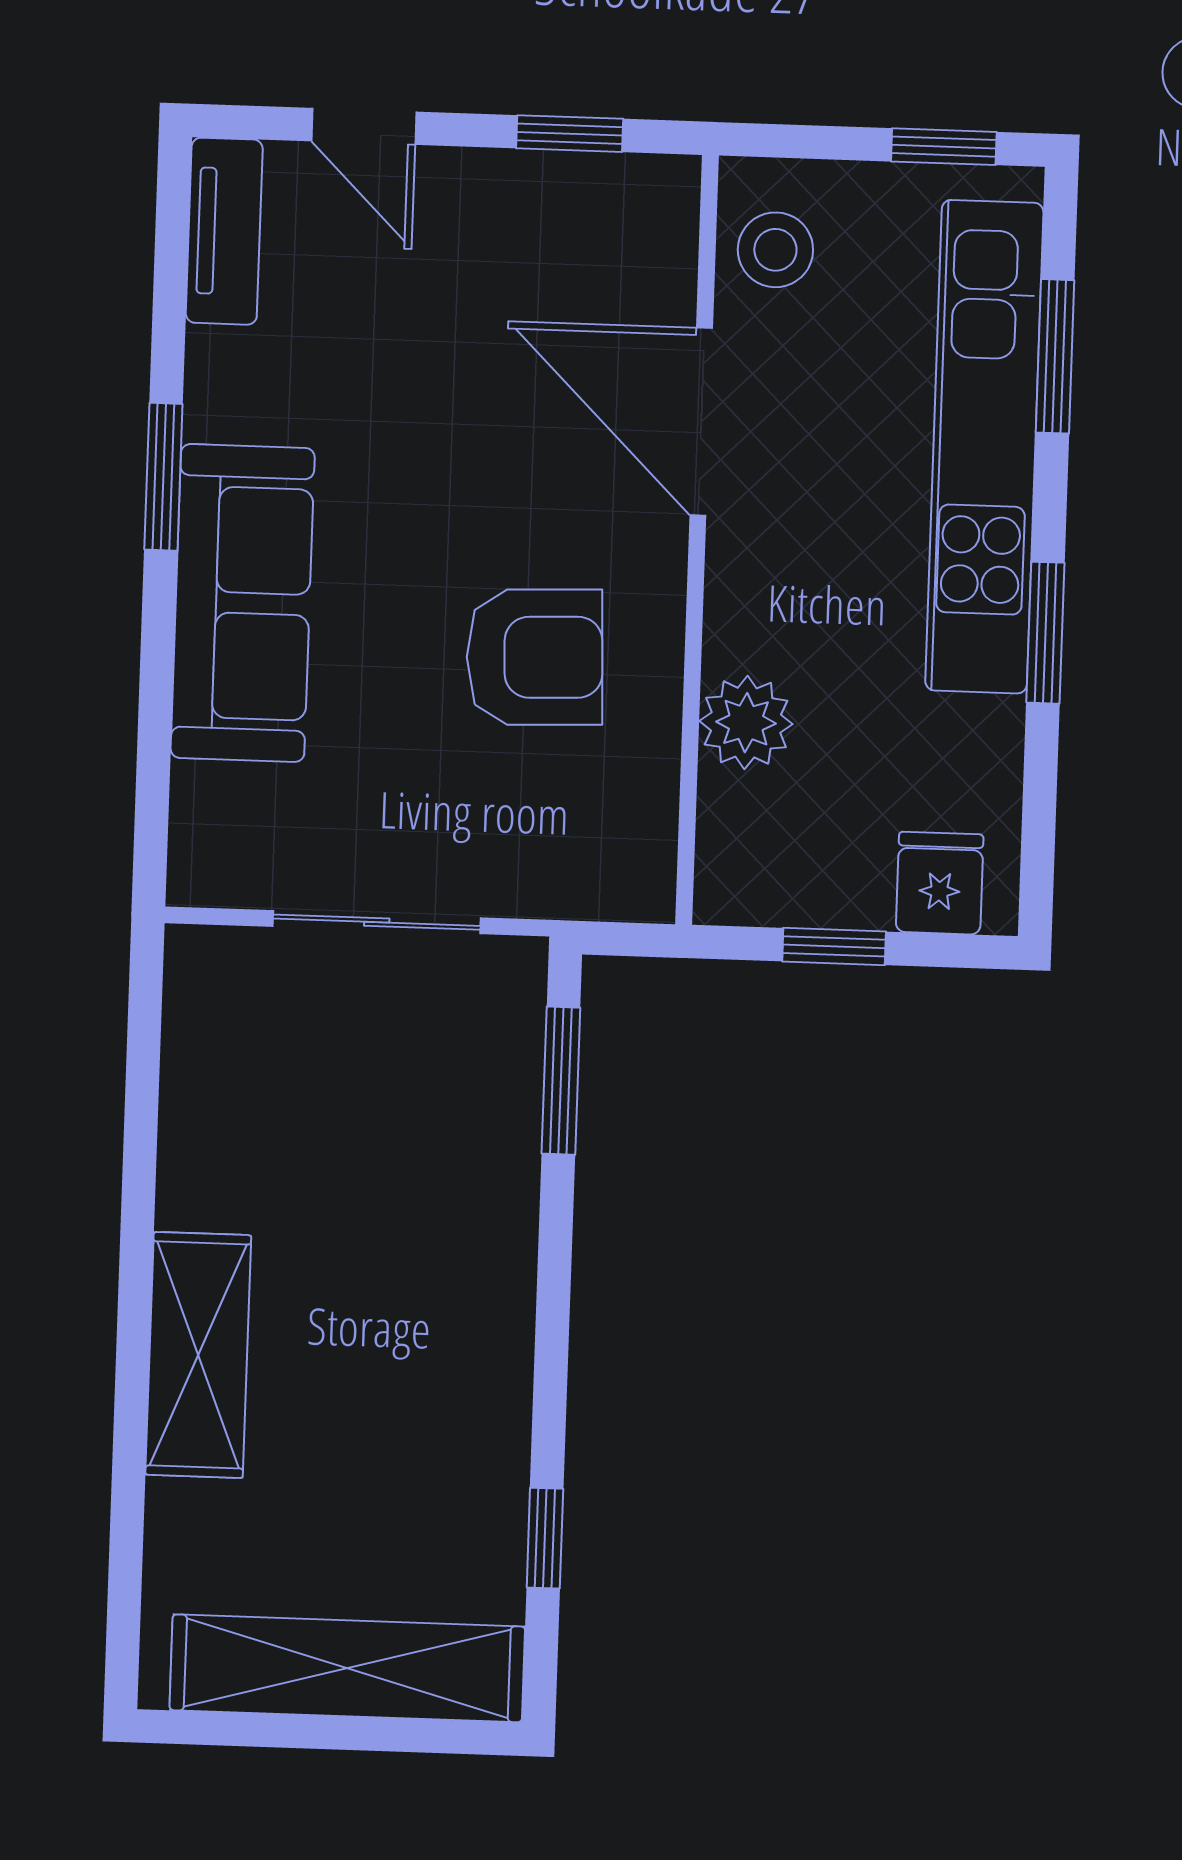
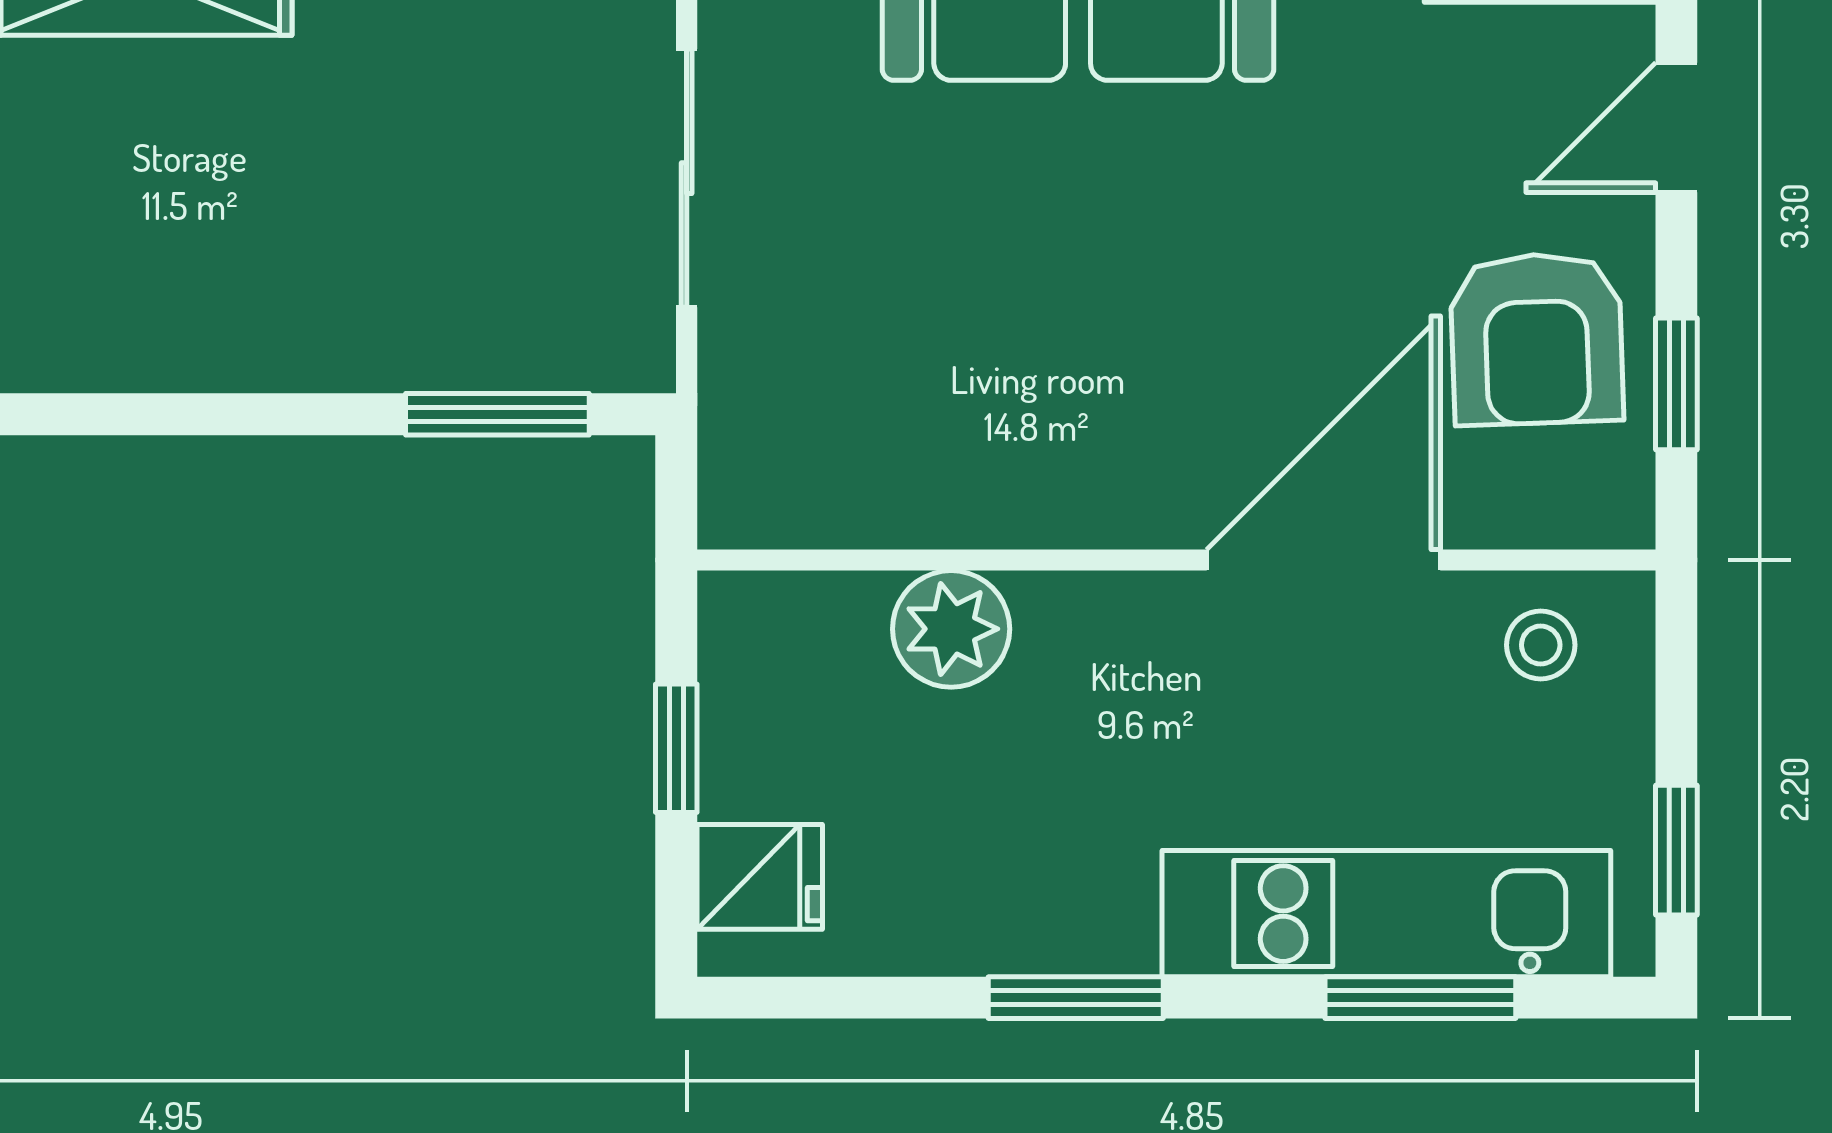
stool: (775, 250) -> (1541, 645), width x0.73, depth x0.73
kitchen unit: (984, 447) -> (1386, 914), width x0.73
armchair: (535, 657) -> (1537, 339), moved

